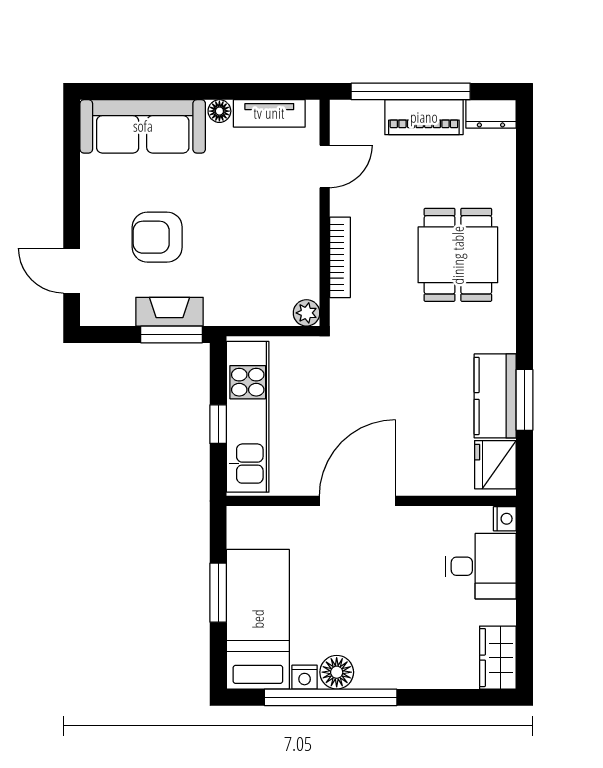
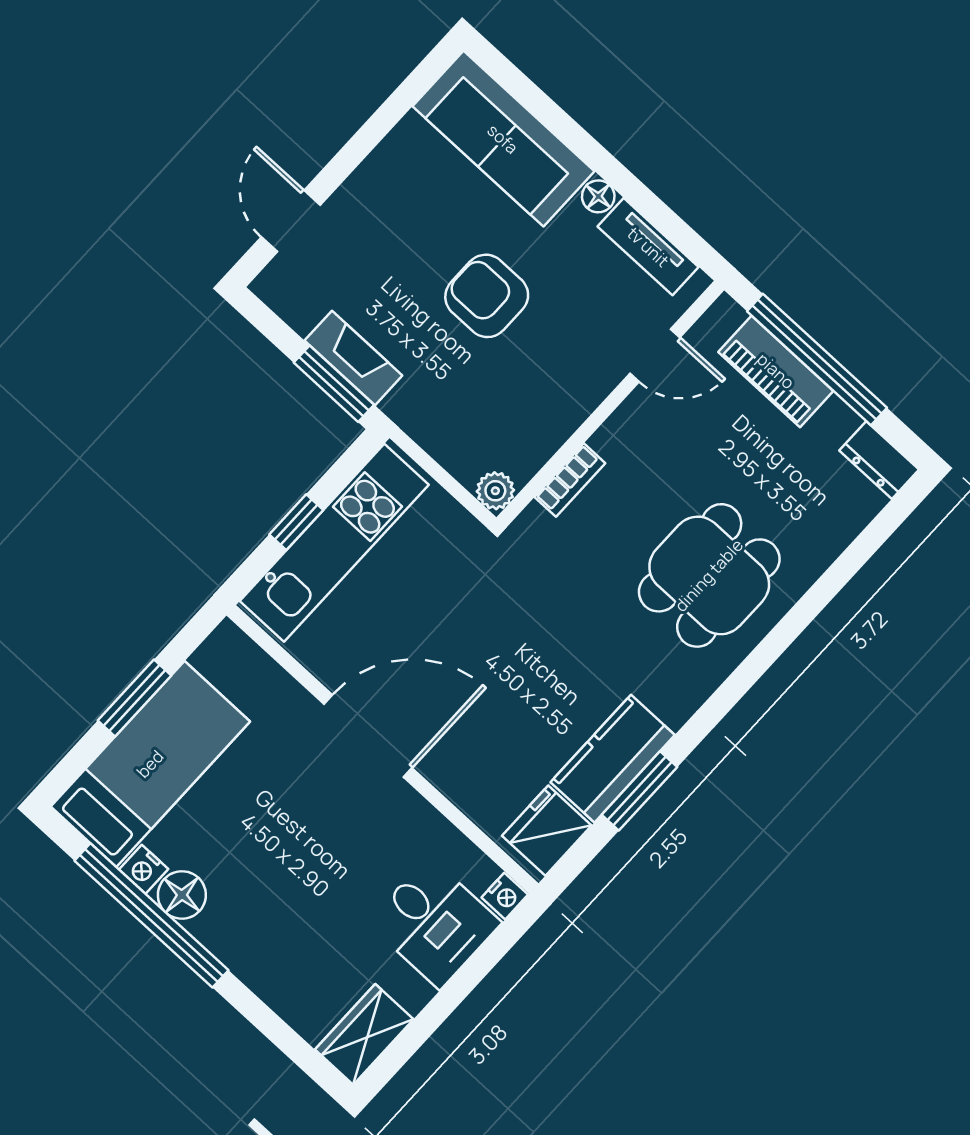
piano: (424, 117) -> (776, 371), moved
armchair: (157, 237) -> (487, 296), moved
bookcase: (340, 257) -> (570, 480), width x0.64

